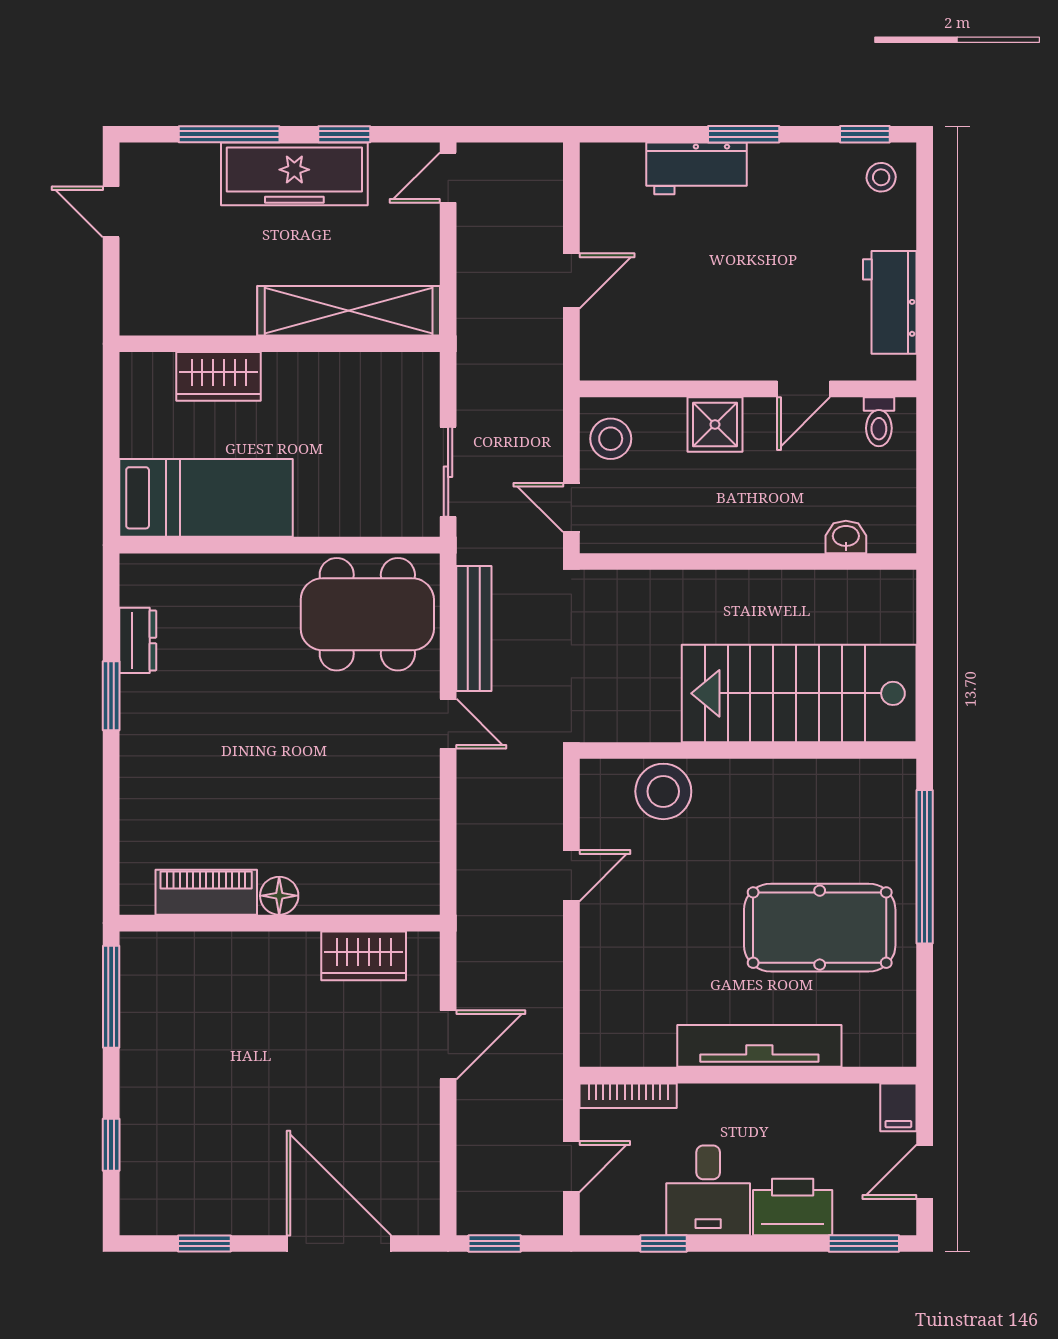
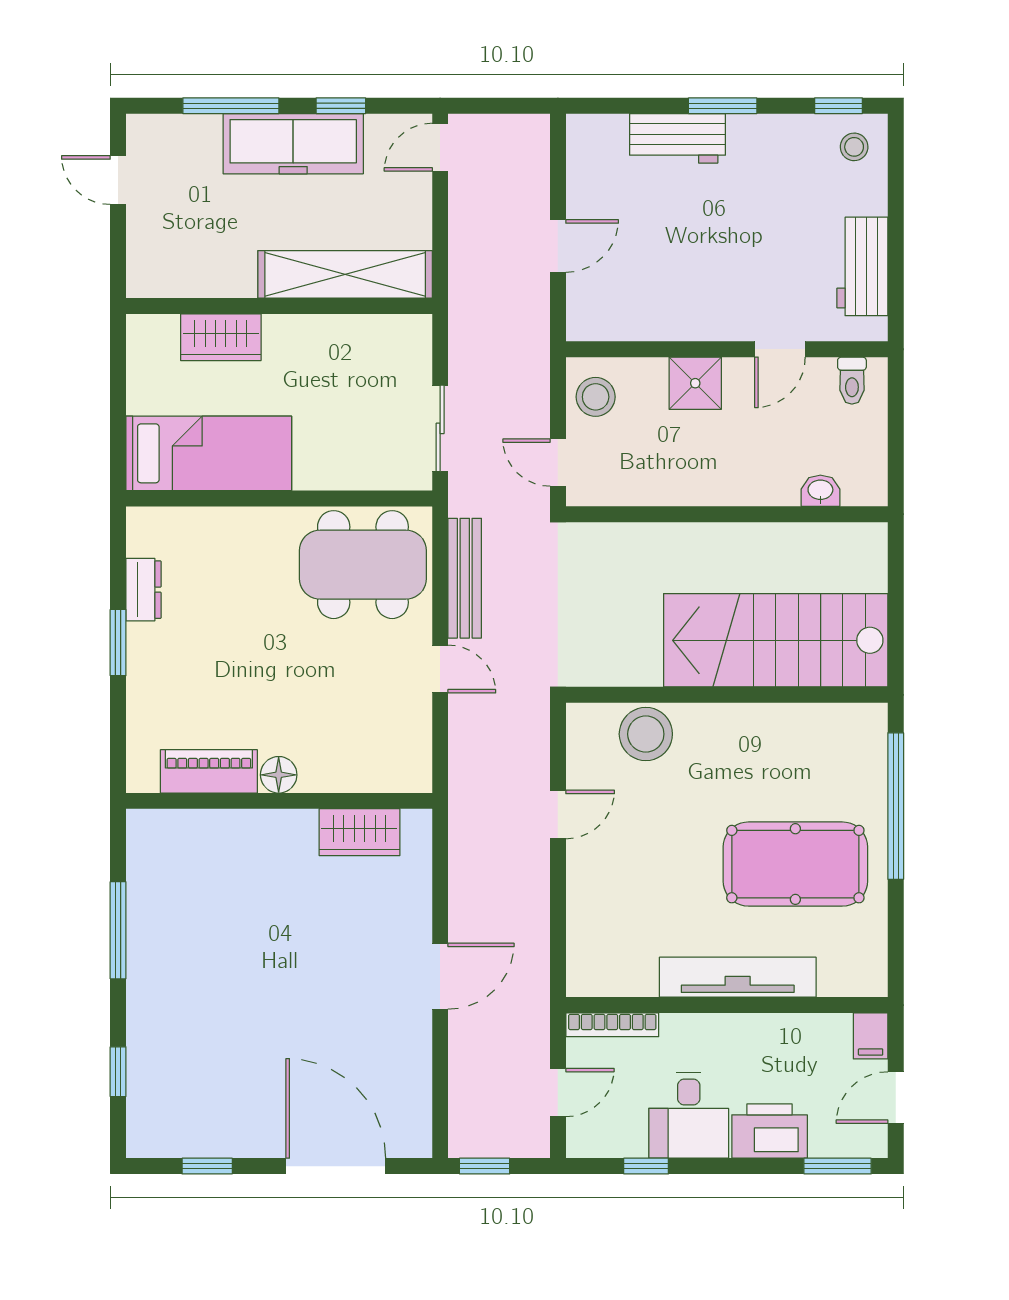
piano: (206, 892) -> (209, 771), moved
floor lamp: (279, 896) -> (279, 775), moved
wall: (280, 923) -> (279, 801), moved
wardrobe: (364, 956) -> (359, 832), moved

